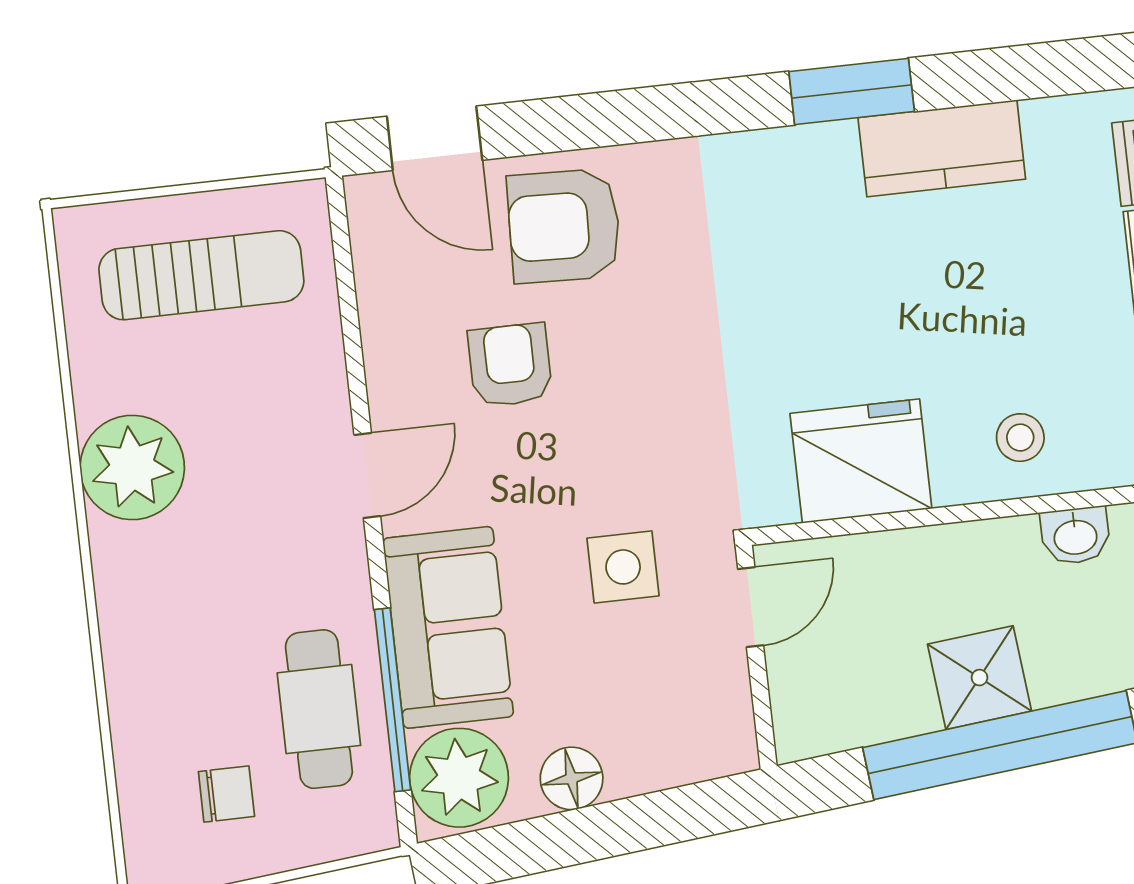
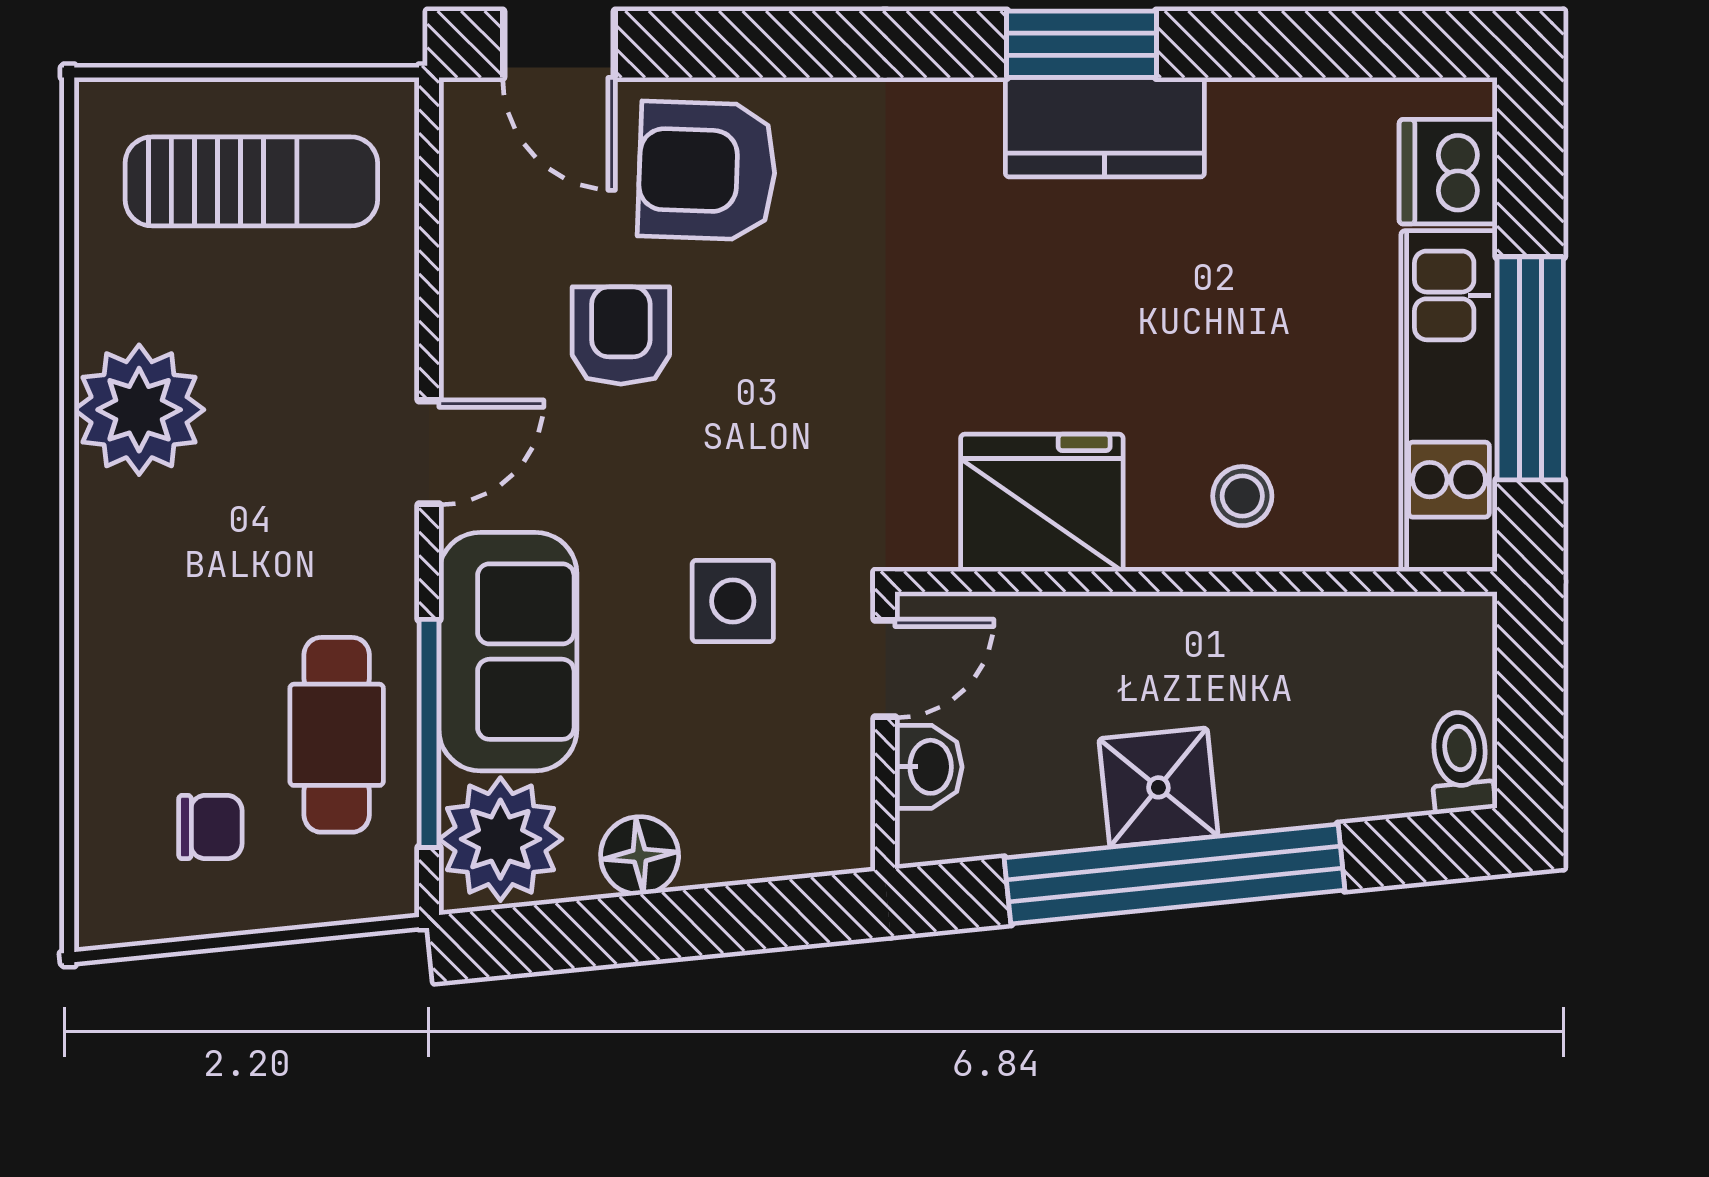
kitchen counter: (942, 148) -> (1105, 127), moved
washbasin: (1075, 536) -> (929, 767), moved, turned -90

